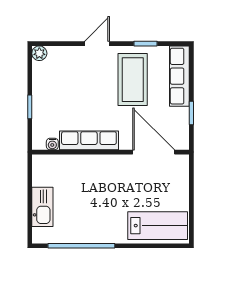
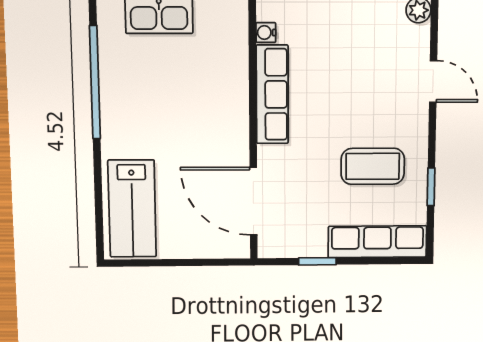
door: (97, 44) -> (433, 81), moved
coffee table: (133, 80) -> (373, 166), width x0.73, depth x0.76
door: (154, 152) -> (253, 201), swing flipped

